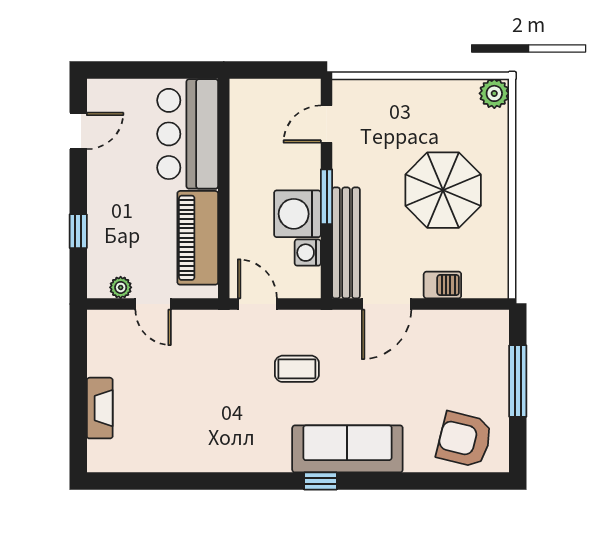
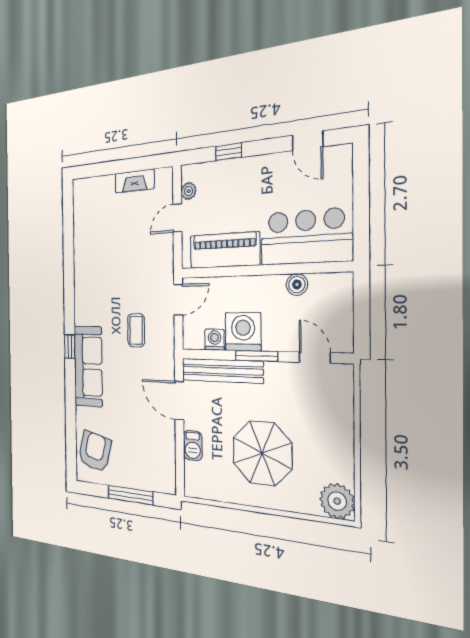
plant: (494, 93) -> (337, 501), width x1.36, depth x1.36
boiler: (242, 145) -> (297, 285), added
fireplace: (100, 408) -> (135, 181), moved

